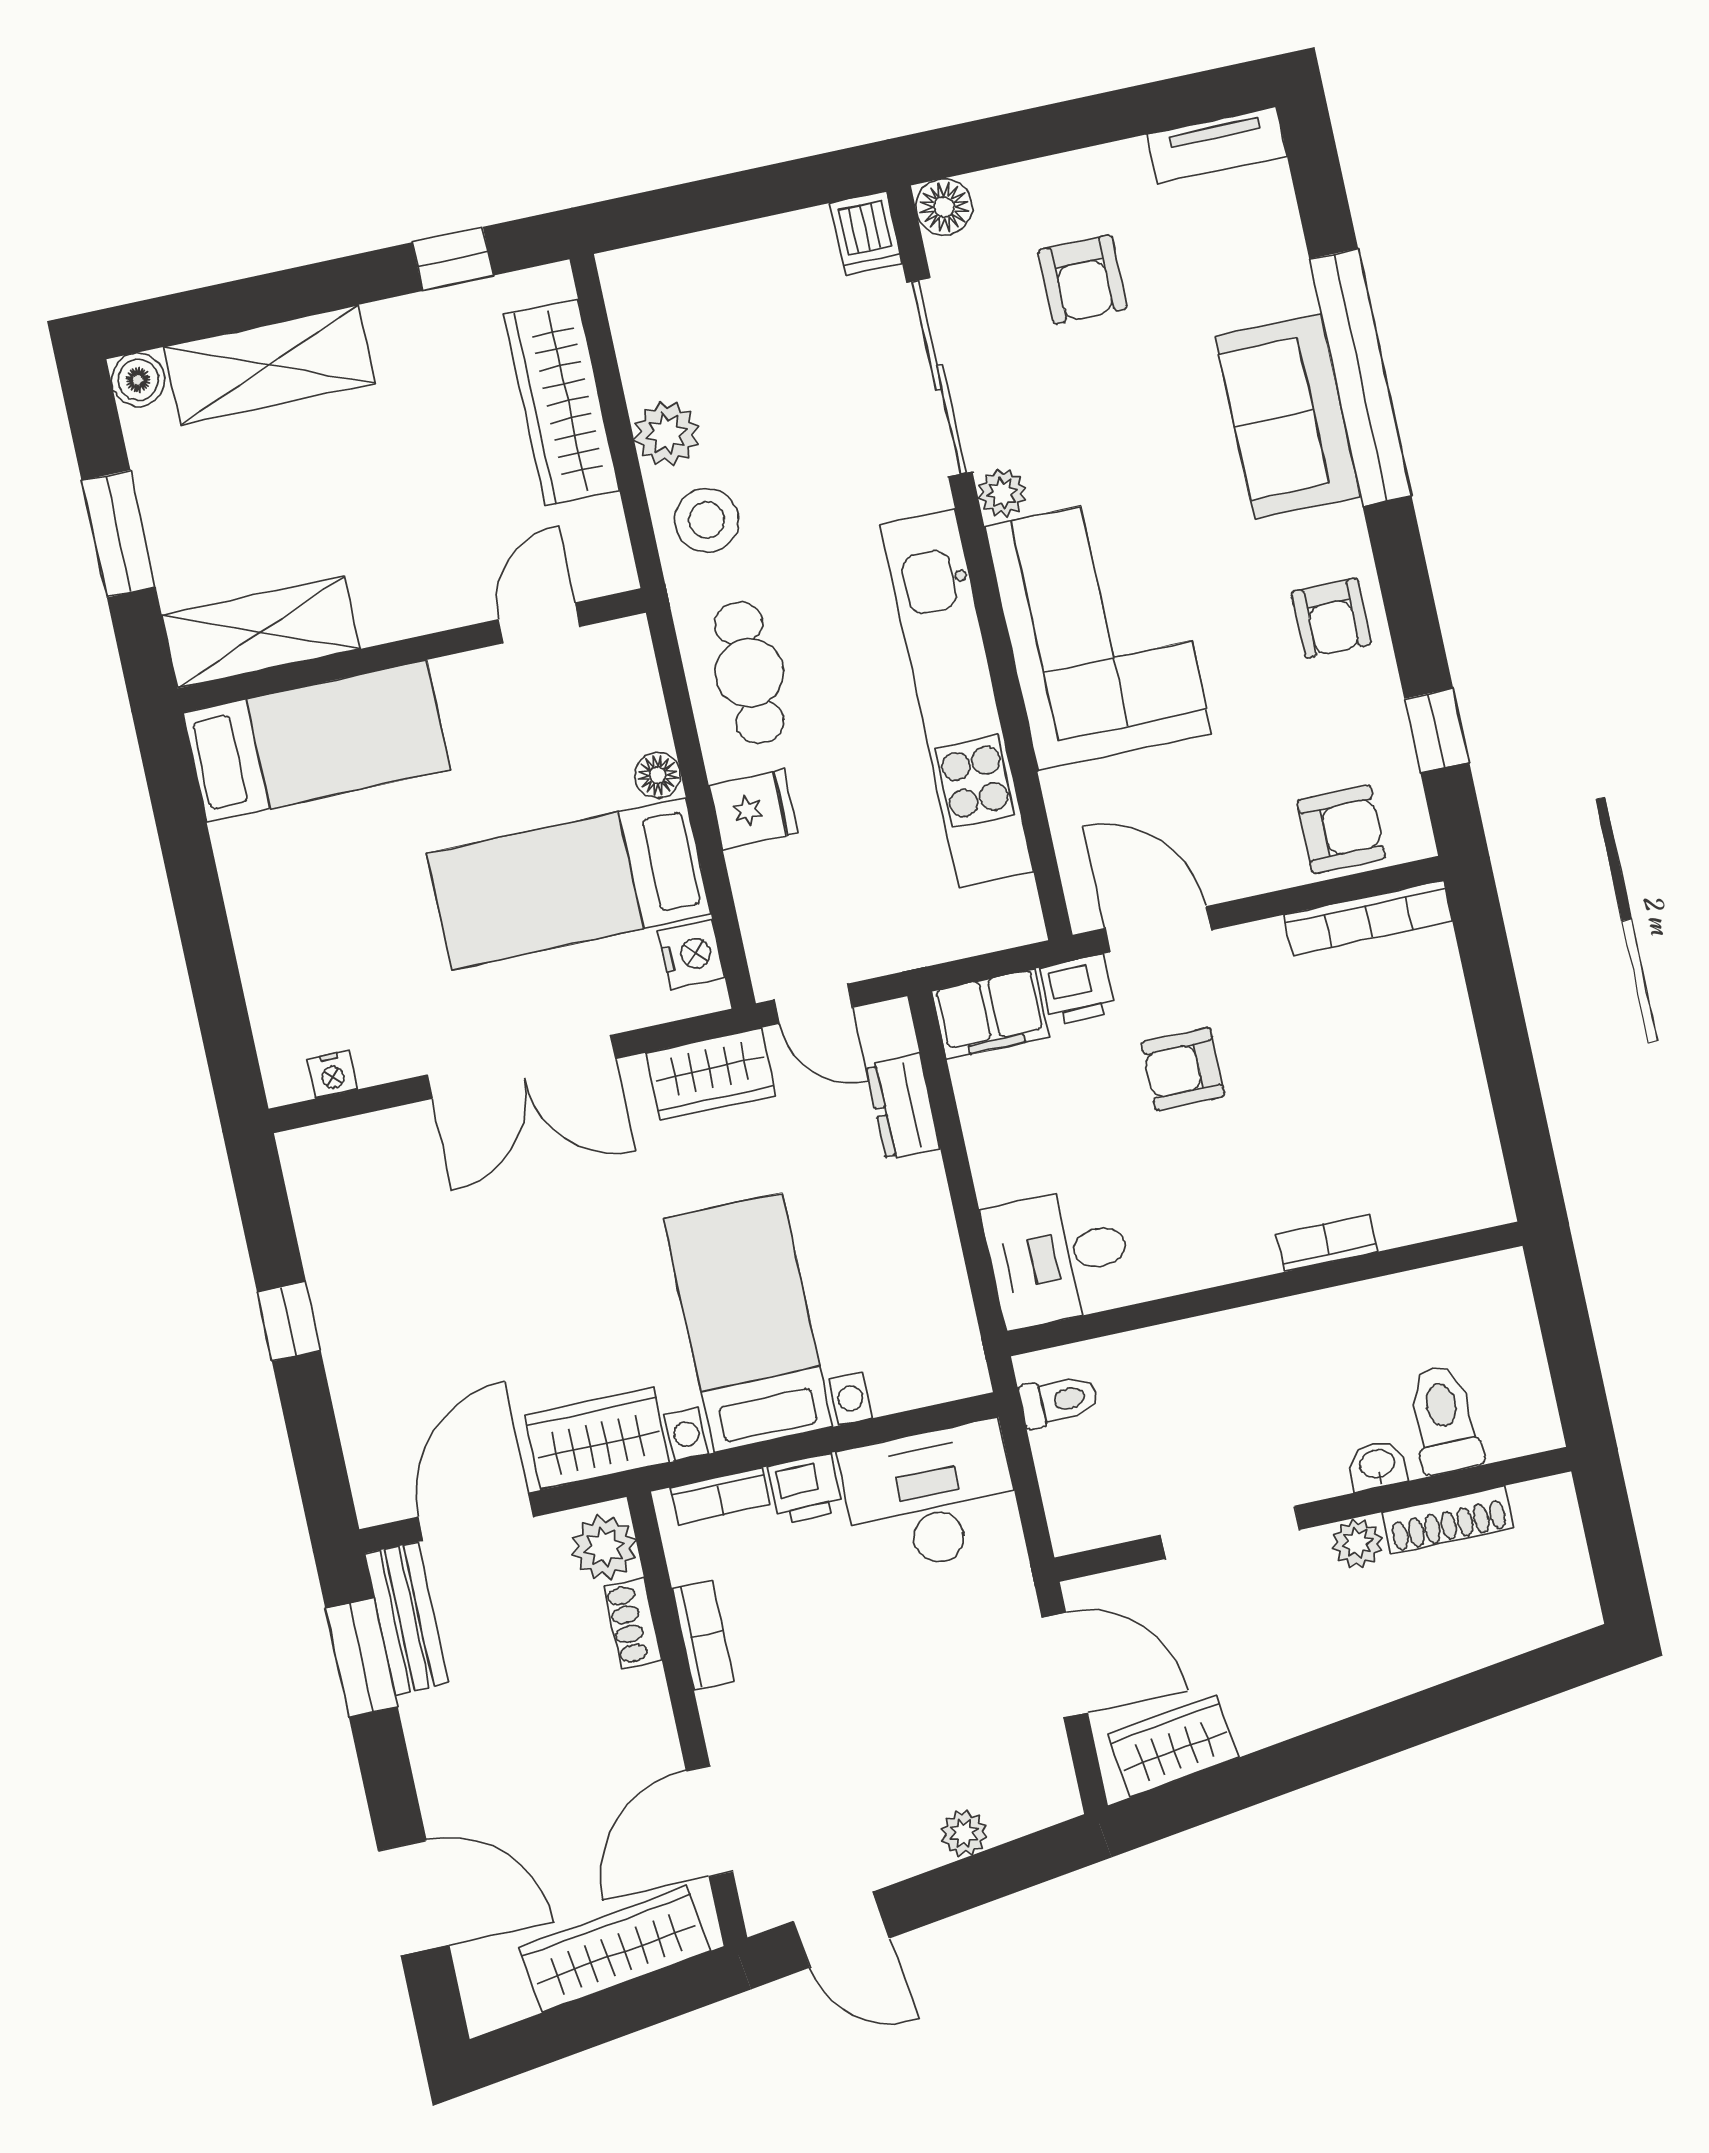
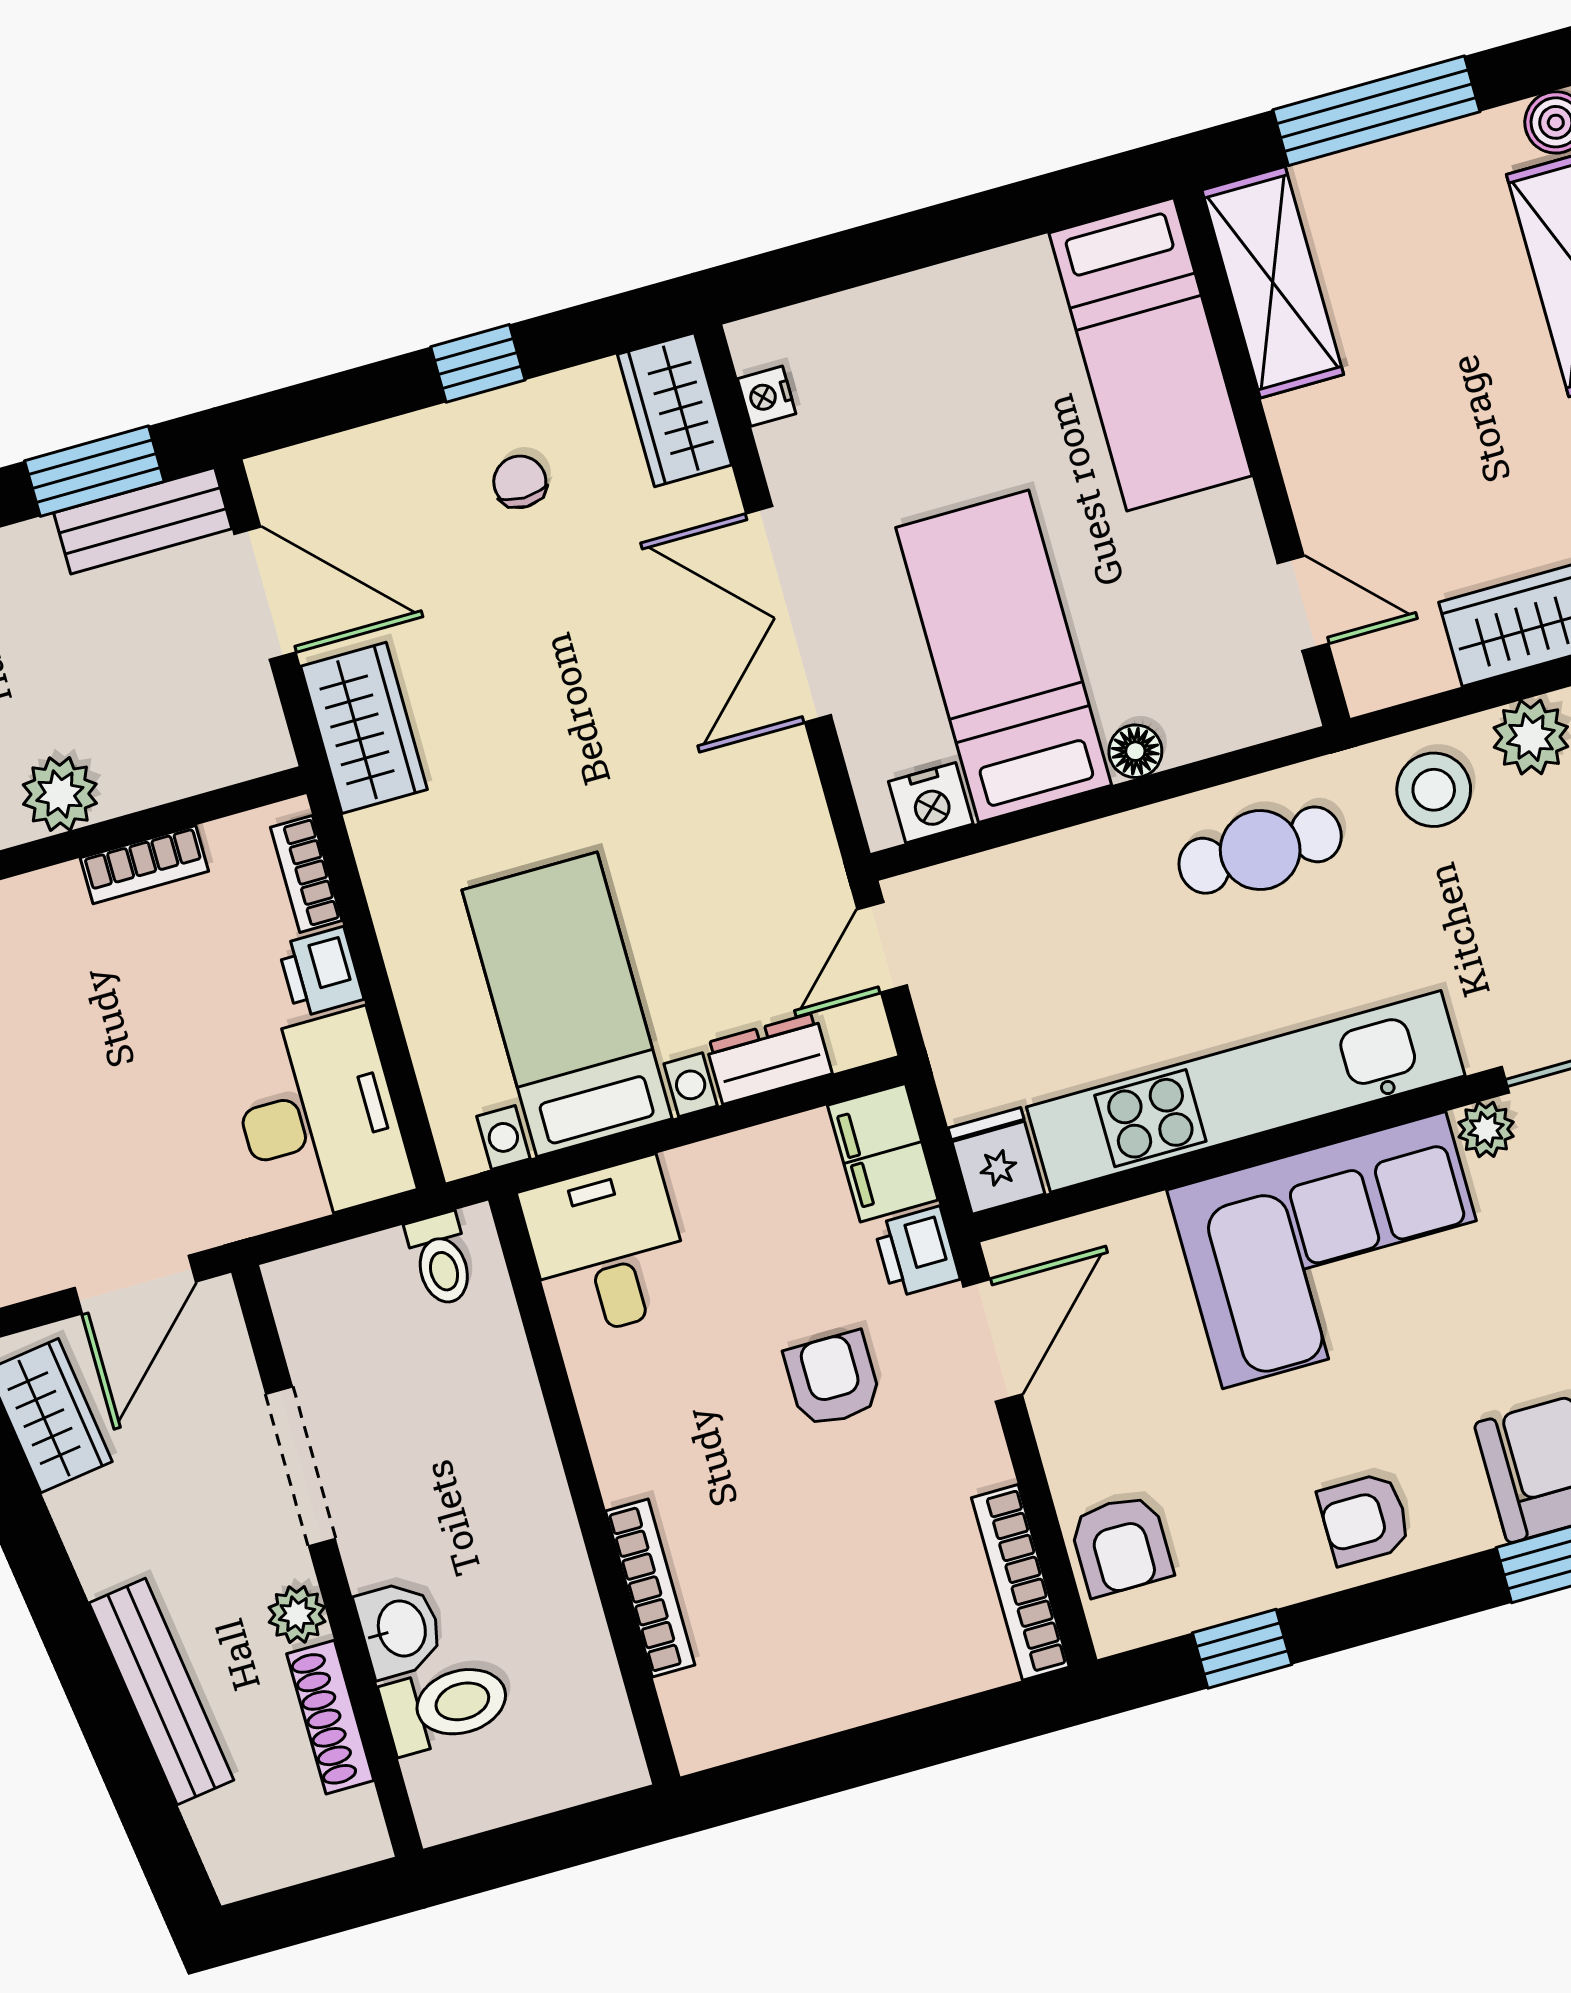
window: (119, 534) -> (1376, 111), width x1.44
fridge: (754, 809) -> (996, 1161), moved, turned 180
wardrobe: (711, 1074) -> (674, 410), moved
bookcase: (1327, 1243) -> (650, 1588), width x1.56
chair: (393, 1291) -> (520, 482), added
bed with nightstands: (748, 1323) -> (567, 1004), moved, turned -90
washbasin: (1378, 1465) -> (400, 1629), width x1.38, depth x1.45
plant: (604, 1547) -> (60, 794), moved
shoe rack: (633, 1623) -> (153, 782), removed
bench: (1417, 1664) -> (161, 1692), added

